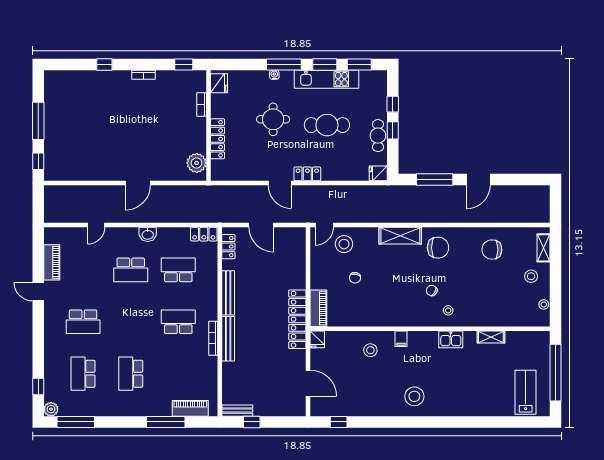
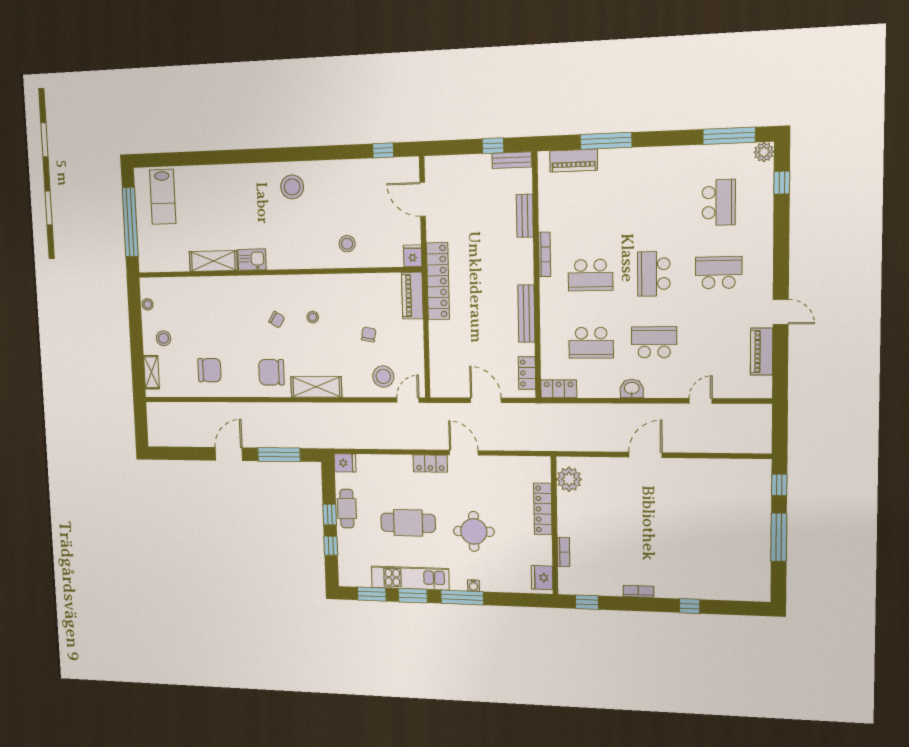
stool: (448, 310) -> (313, 317), moved
shelving: (491, 337) -> (213, 261), width x1.50, depth x1.33
bench: (228, 339) -> (525, 216), moved, width x0.73
filing cabinet: (401, 339) -> (311, 259), removed
school desk: (131, 374) -> (654, 274), moved, turned 180

